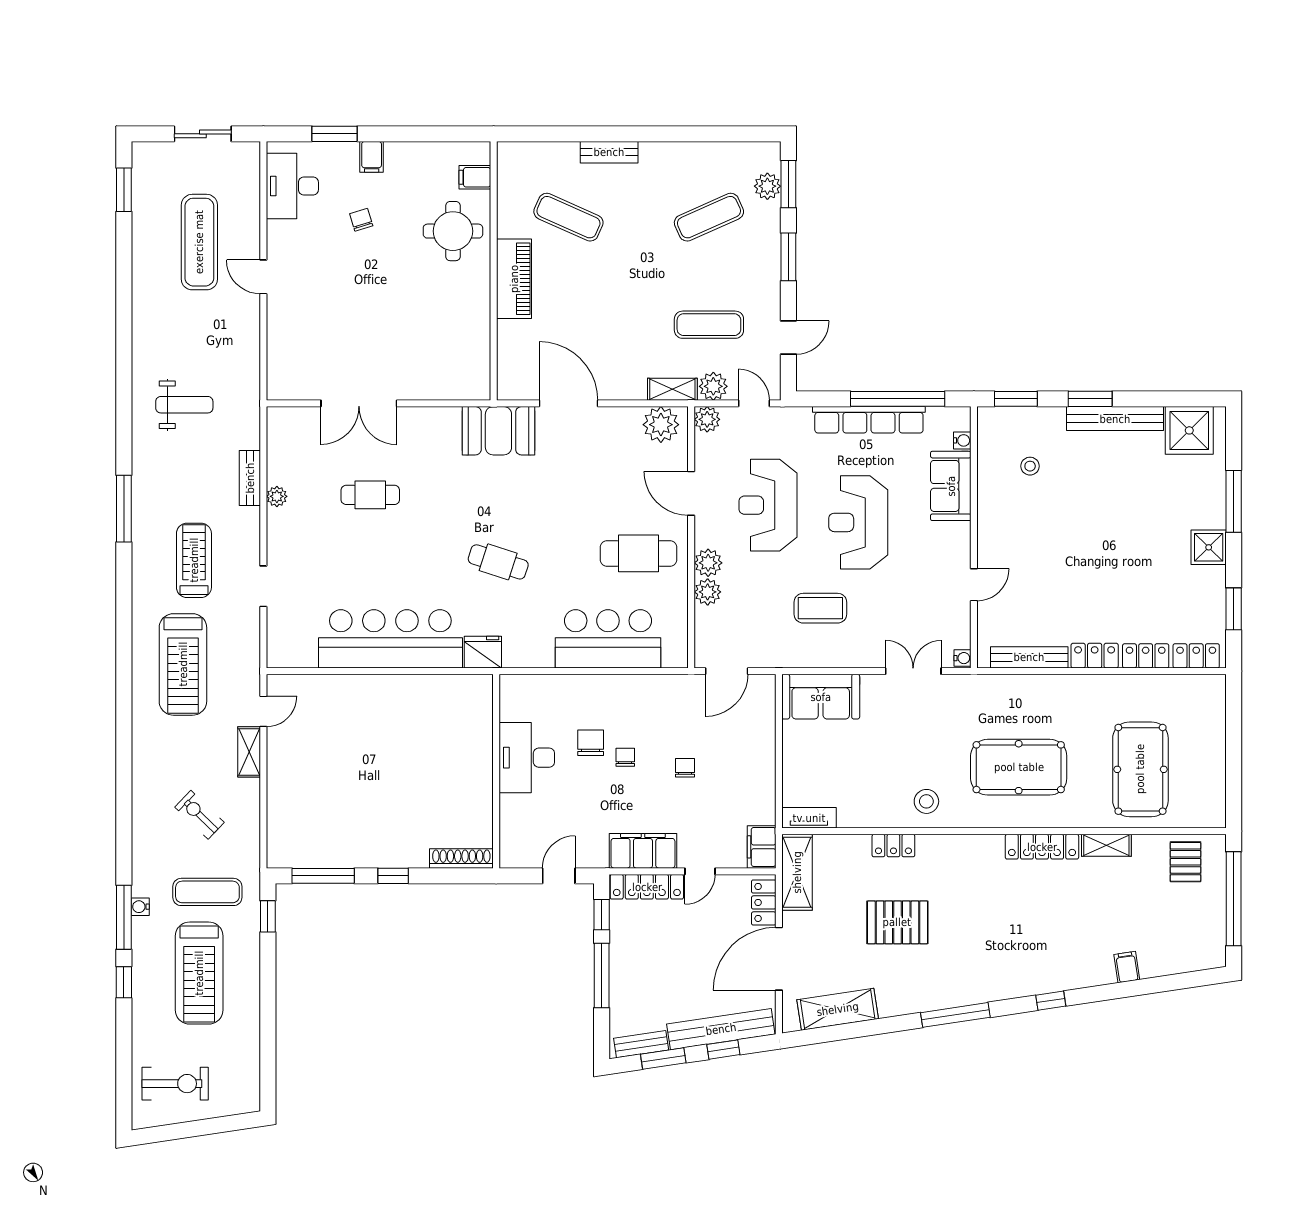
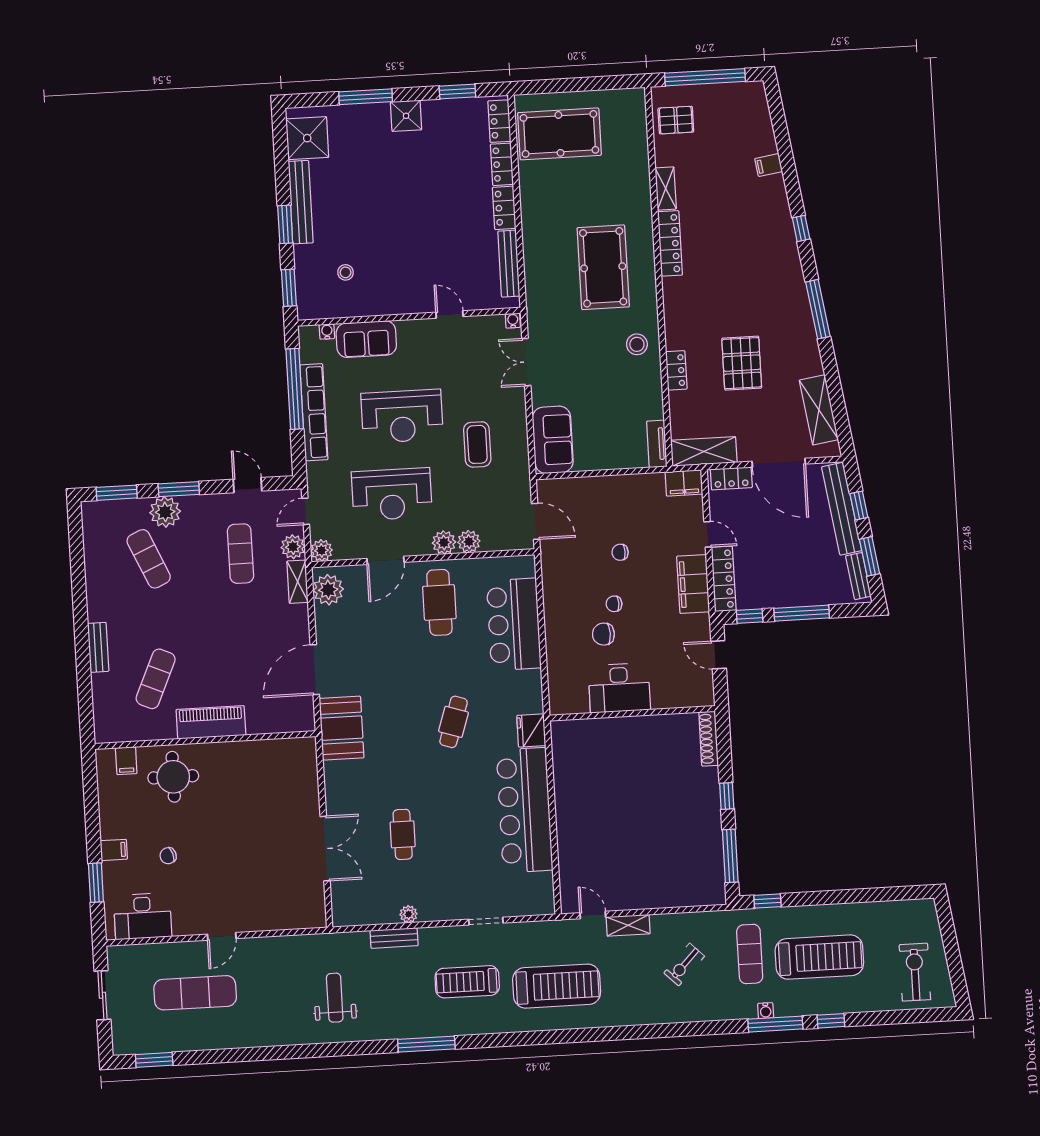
plant: (767, 186) -> (165, 512), moved, width x1.36, depth x1.36
pool table: (1140, 769) -> (559, 134), moved

